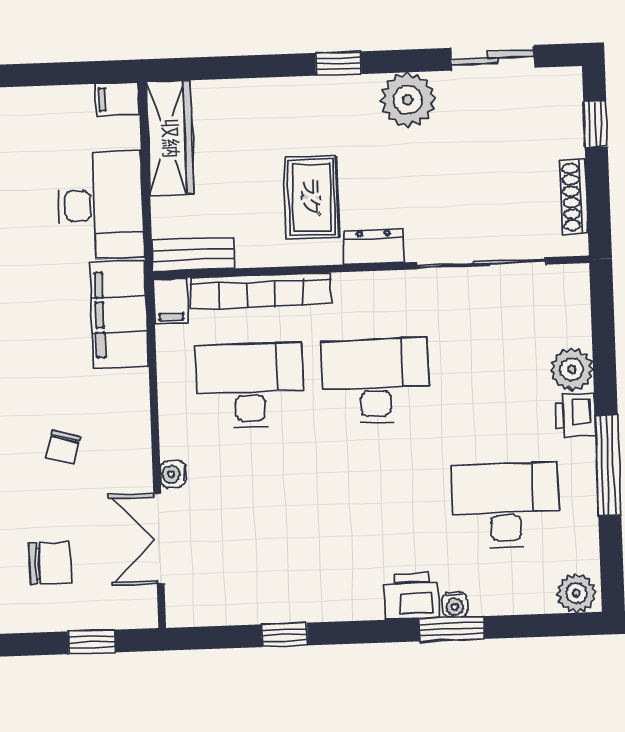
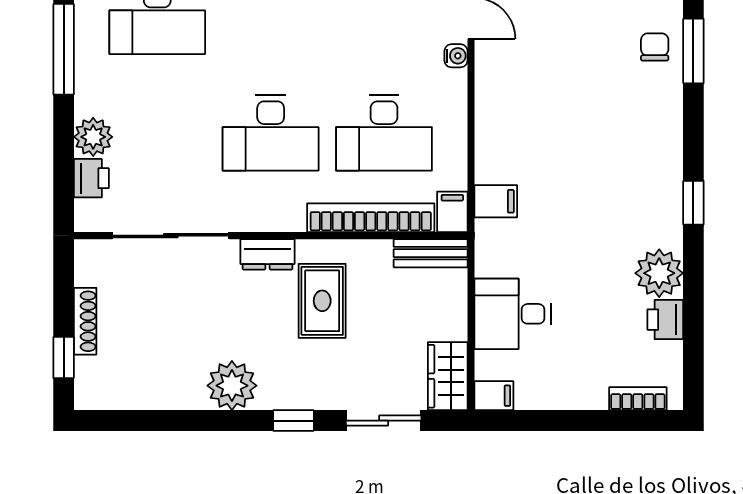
sliding door: (492, 58) -> (384, 421), moved
wardrobe: (170, 138) -> (448, 376), width x0.67
shoe rack: (574, 197) -> (85, 321), moved
desk: (101, 205) -> (512, 314), width x0.73
filing cabinet: (119, 315) -> (496, 201), width x0.33, depth x0.86
printer: (575, 415) -> (91, 178), moved
chair: (63, 447) -> (554, 83), removed

